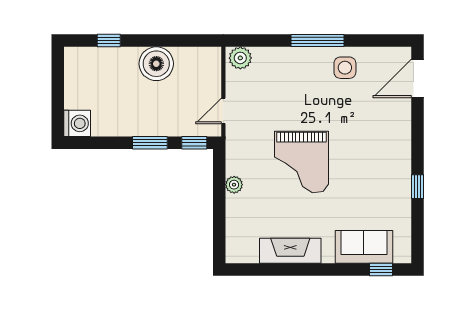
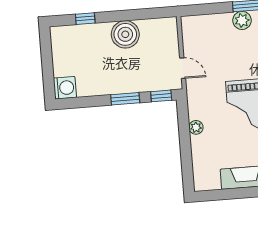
plant: (240, 58) -> (242, 20), moved
door: (223, 111) -> (183, 68), swing flipped

